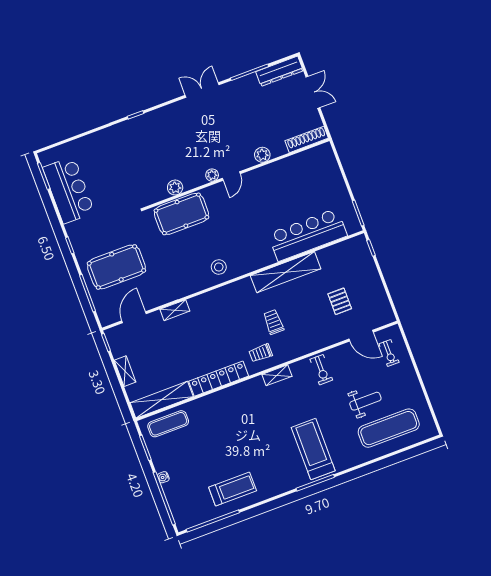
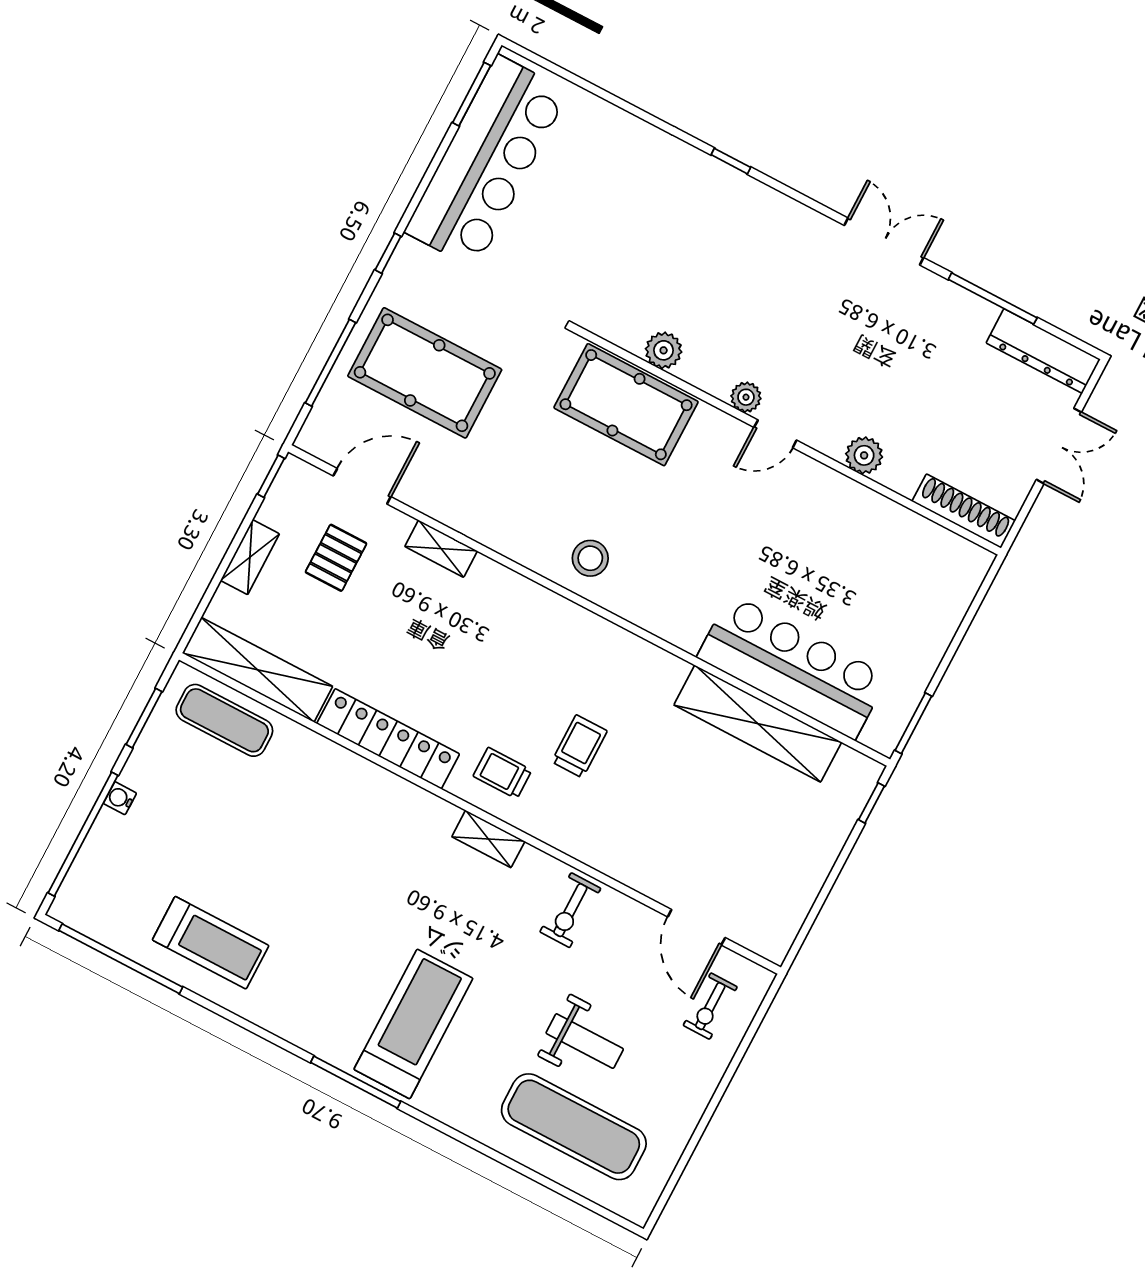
bar counter: (69, 190) -> (487, 162), width x1.36
shelving: (286, 272) -> (758, 724), moved
pallet: (340, 301) -> (336, 558), moved

